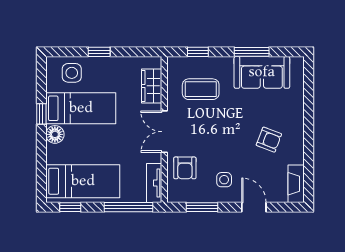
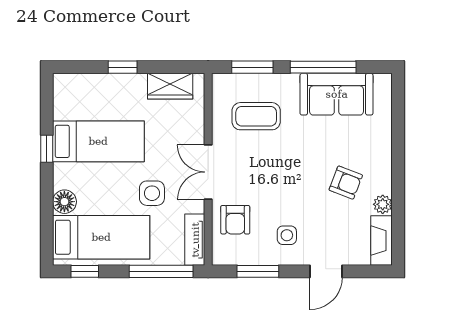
window: (198, 52) -> (252, 67), width x1.50
window: (252, 52) -> (323, 67), width x1.44
side table: (72, 73) -> (152, 193), moved
wardrobe: (152, 86) -> (170, 86), moved, turned -90
floor lamp: (55, 134) -> (64, 202), moved
plant: (297, 156) -> (383, 204), added
door: (254, 207) -> (326, 271), swing flipped

